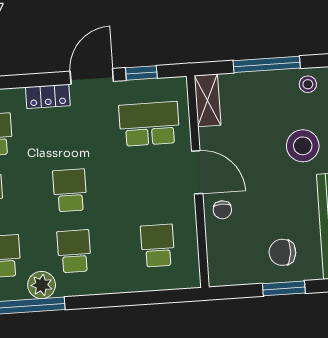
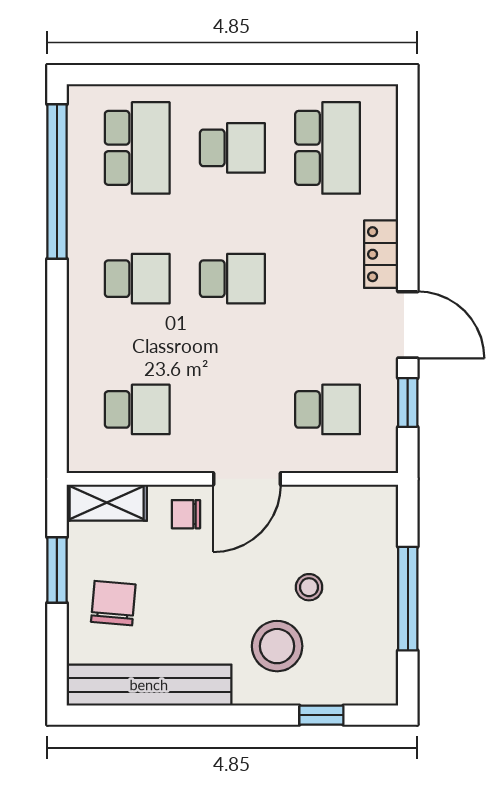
stool: (308, 84) -> (309, 587), moved
shelving: (208, 100) -> (107, 503), moved
school desk: (149, 124) -> (328, 409), width x0.54
plant: (42, 285) -> (88, 224), removed
window: (284, 288) -> (57, 570), moved

